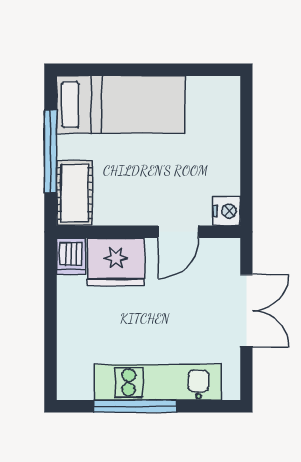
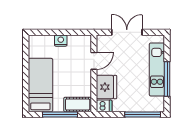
nightstand: (227, 211) -> (61, 41), moved
door: (178, 232) -> (94, 61), hinge flipped
window: (51, 348) -> (143, 115), added

